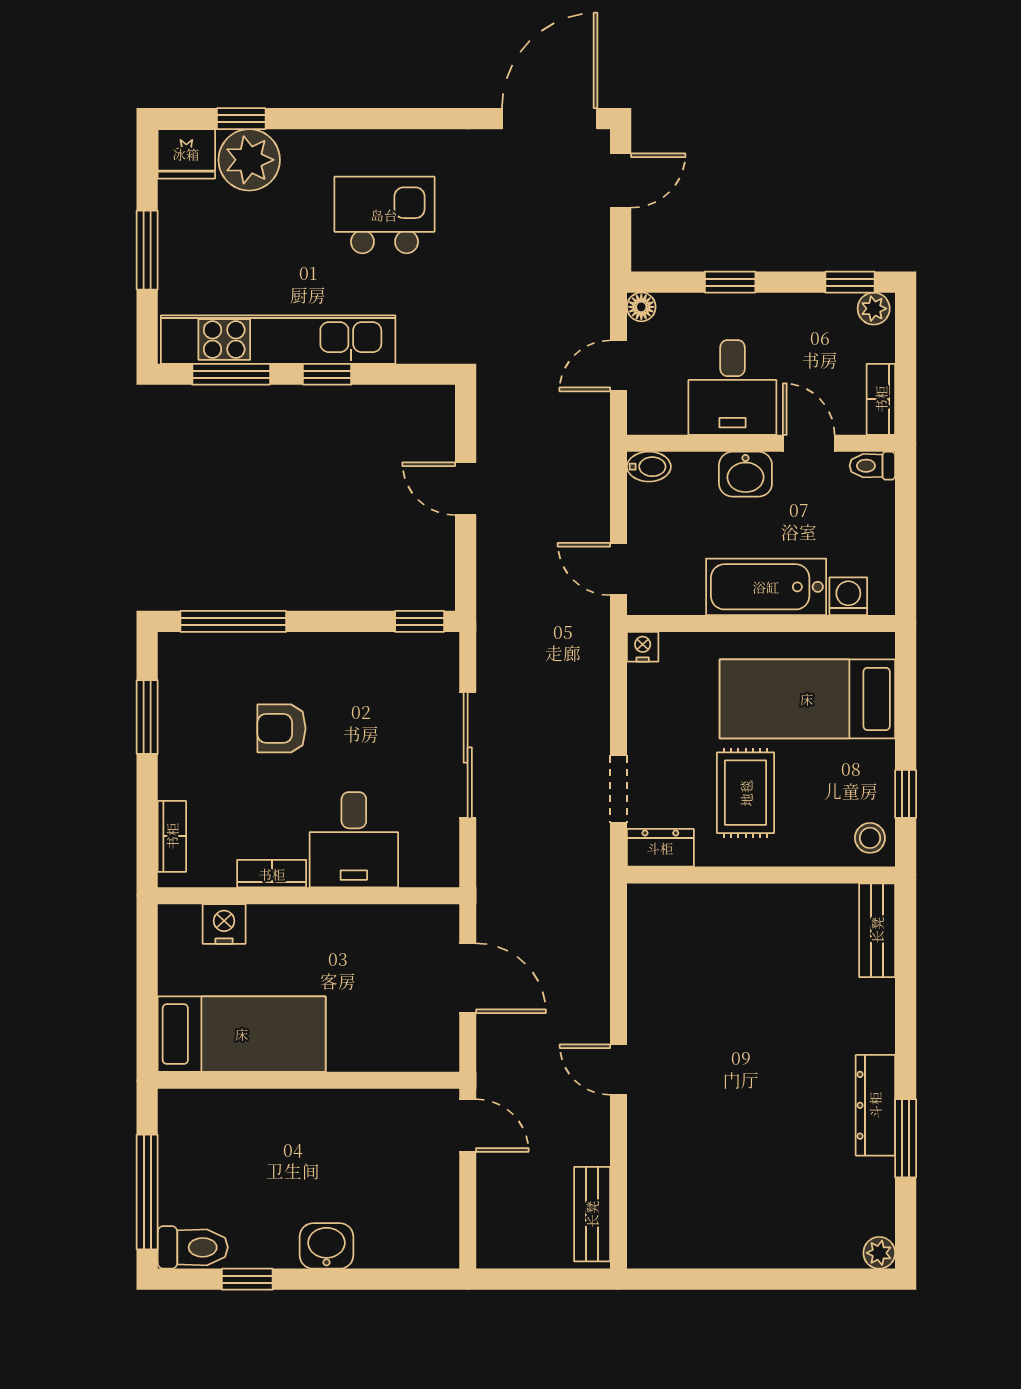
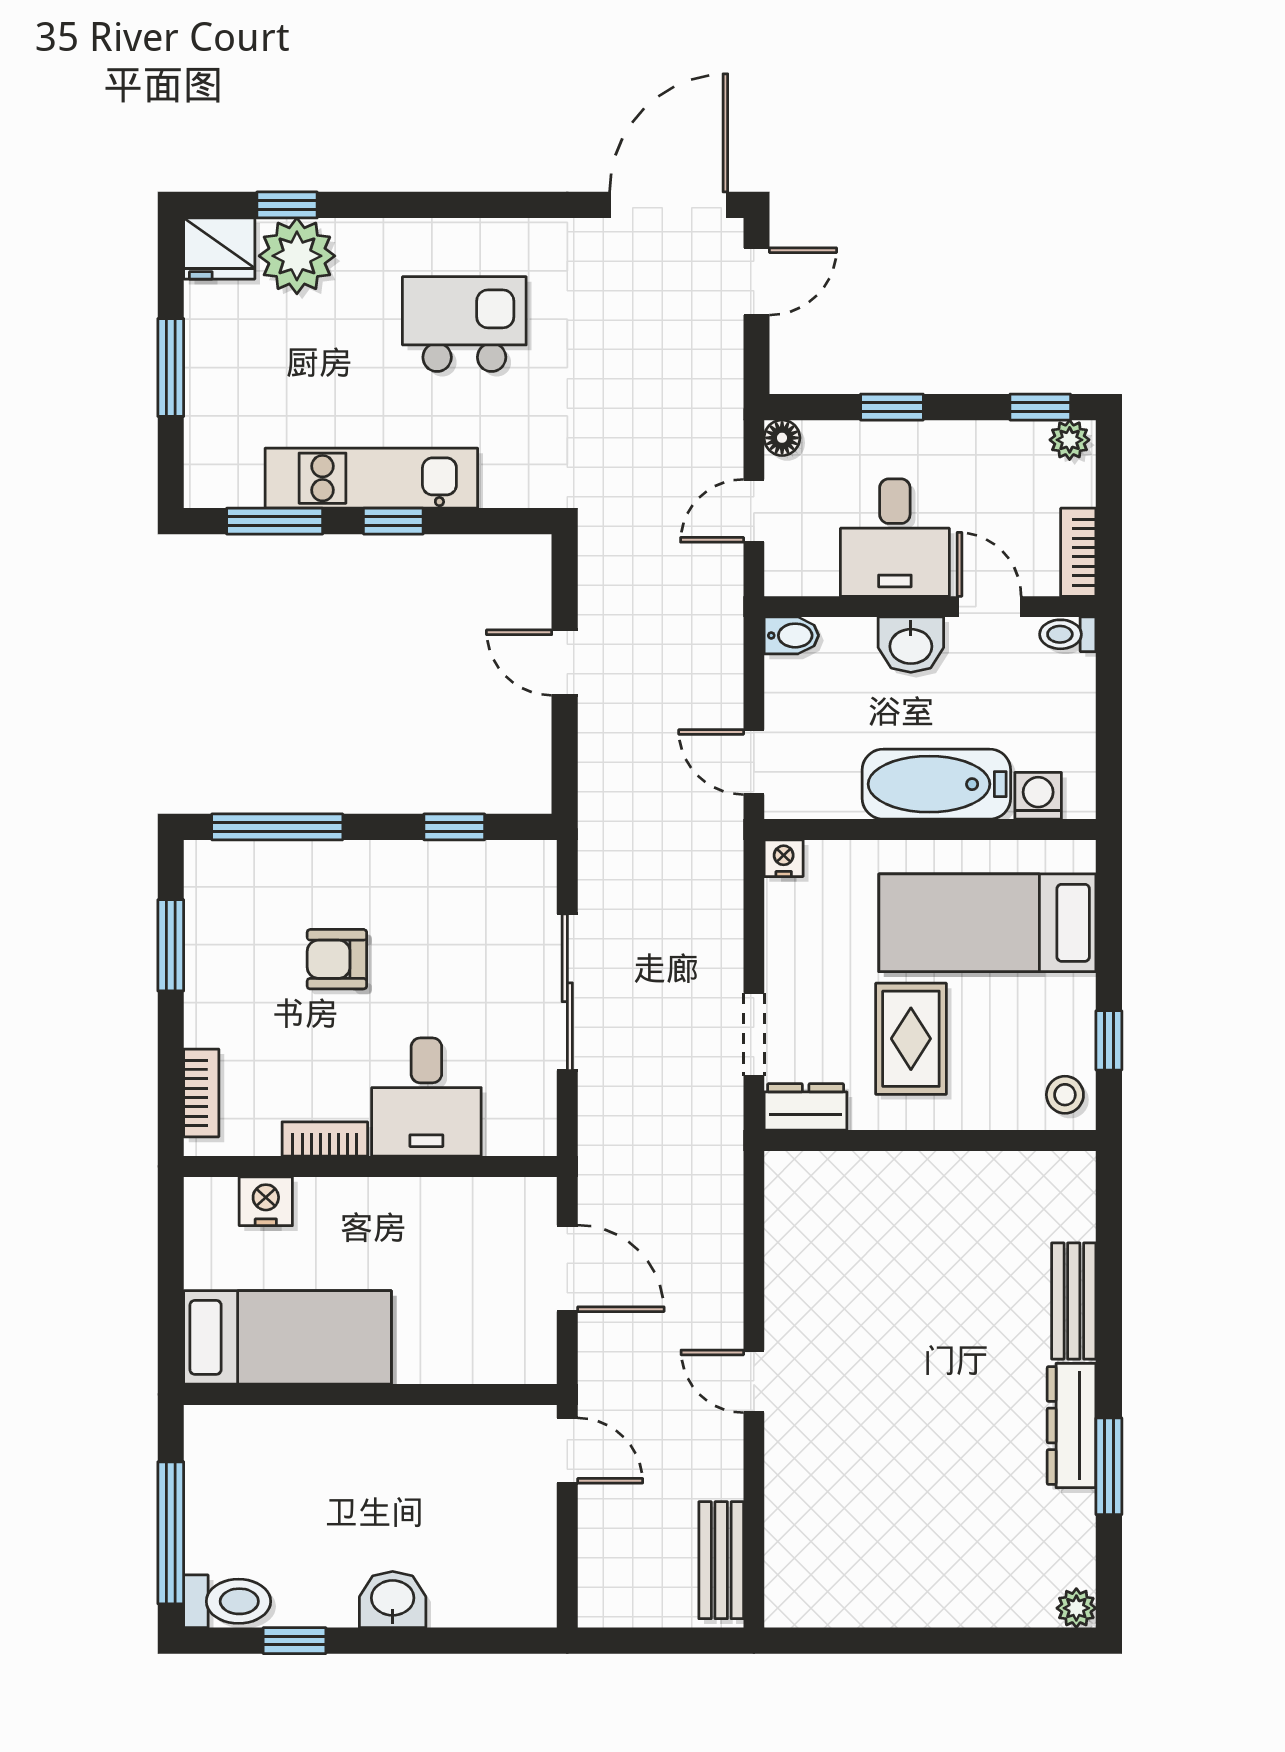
kitchen unit: (278, 340) -> (371, 478), width x0.73
window: (420, 621) -> (454, 827), moved
bench: (877, 930) -> (1074, 1301), moved

